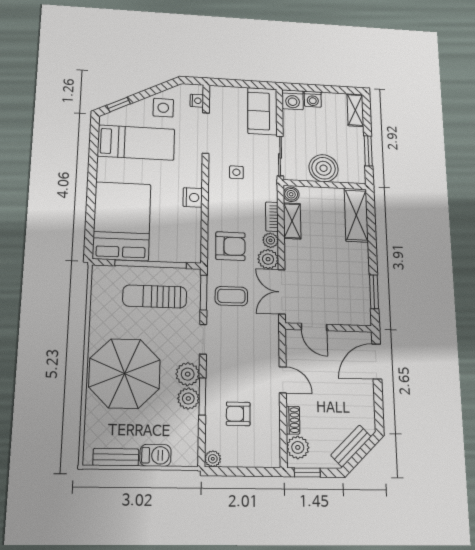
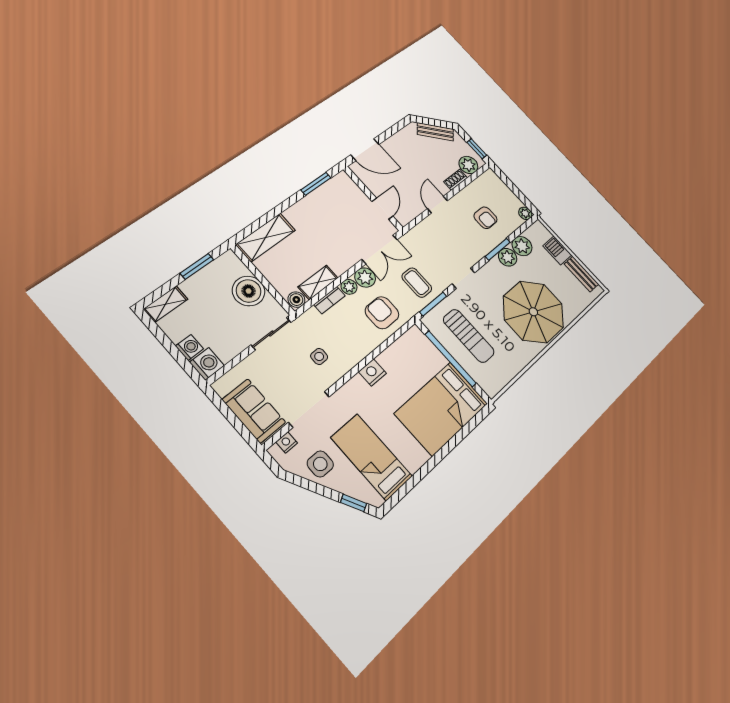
sofa: (262, 111) -> (254, 411), moved, turned -90
plant: (188, 374) -> (522, 246), moved

